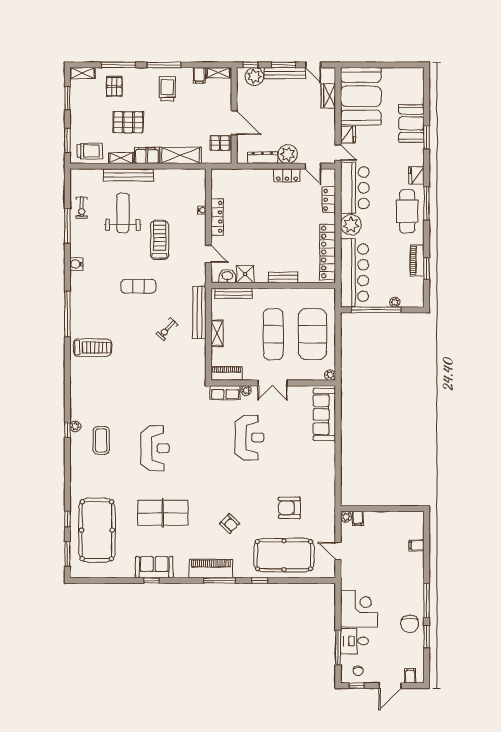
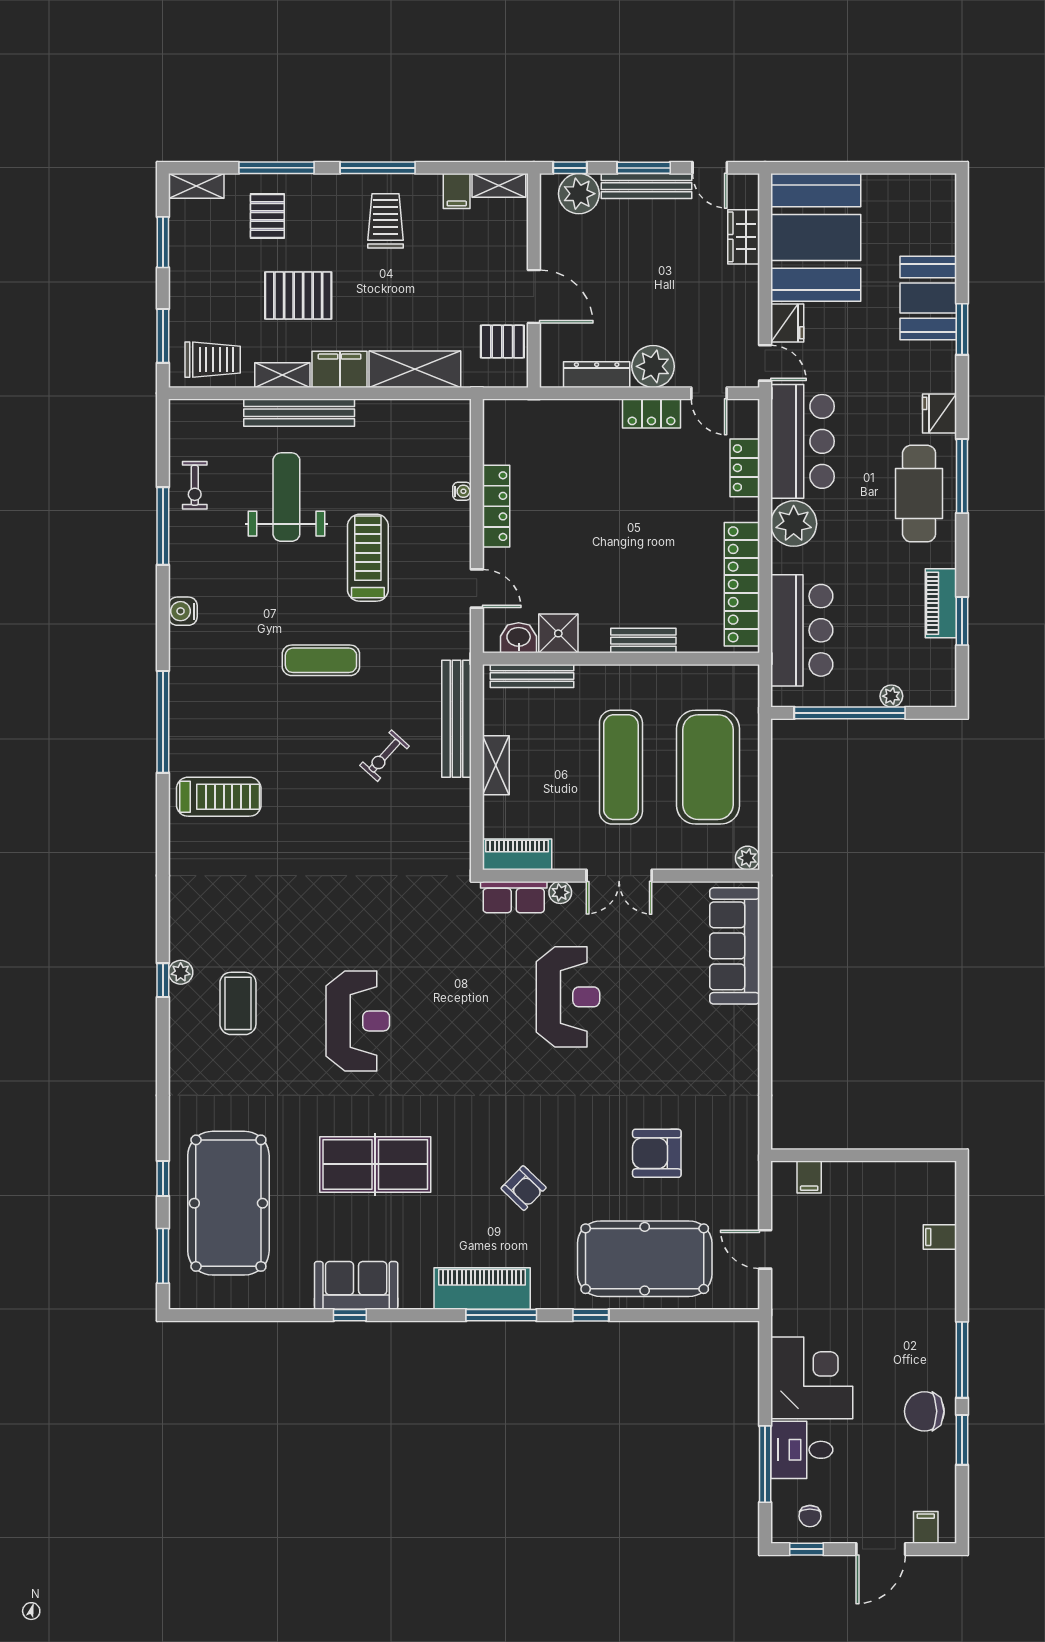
bar counter: (355, 273) -> (802, 630), width x0.73
plant: (346, 517) -> (783, 1173), removed
chair: (410, 624) -> (924, 1411), turned 90

